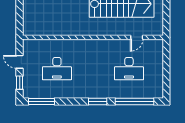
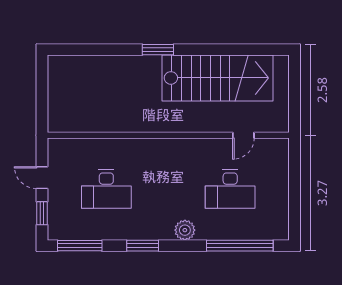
plant: (103, 92) -> (185, 230), added
window: (98, 101) -> (143, 246), moved

